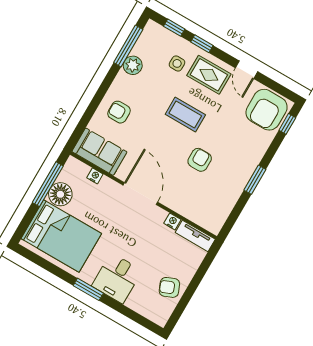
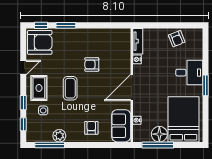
armchair: (119, 112) -> (91, 128), turned 180
window: (255, 180) -> (66, 25), moved

